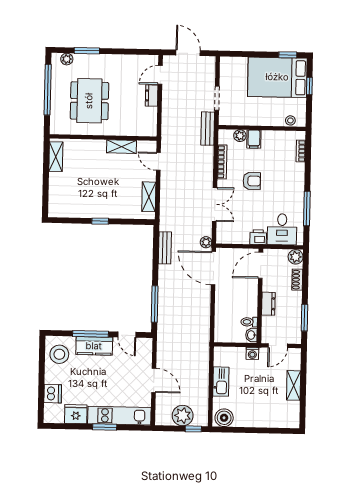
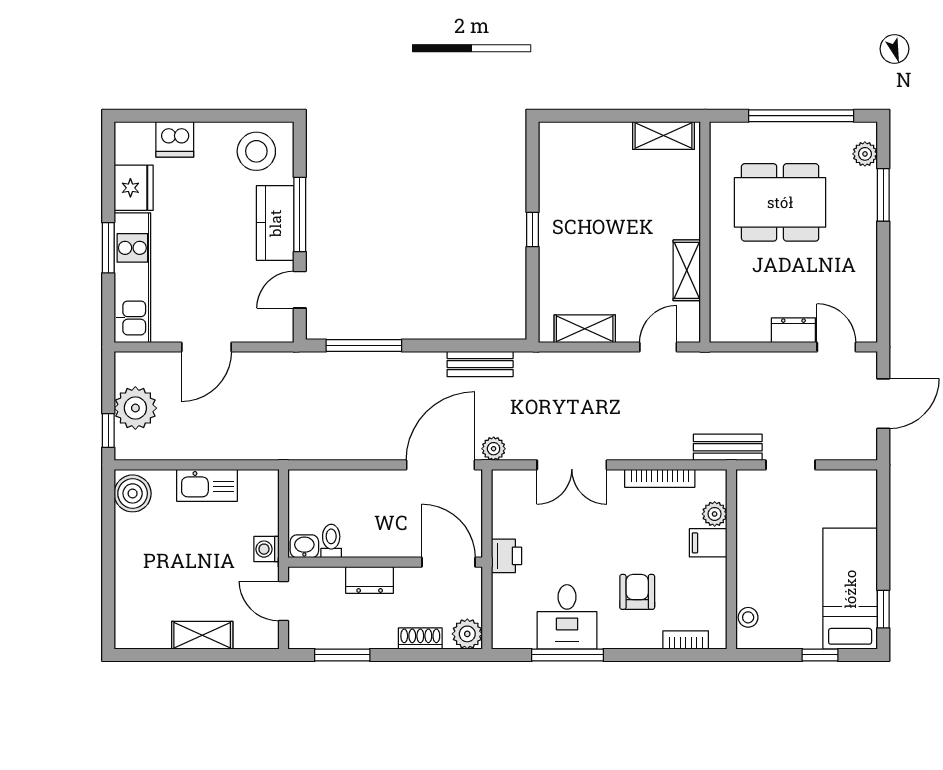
bed: (277, 77) -> (850, 589), width x0.67
armchair: (252, 181) -> (637, 592), moved, turned 180
desk: (282, 229) -> (567, 617), moved, turned -90

